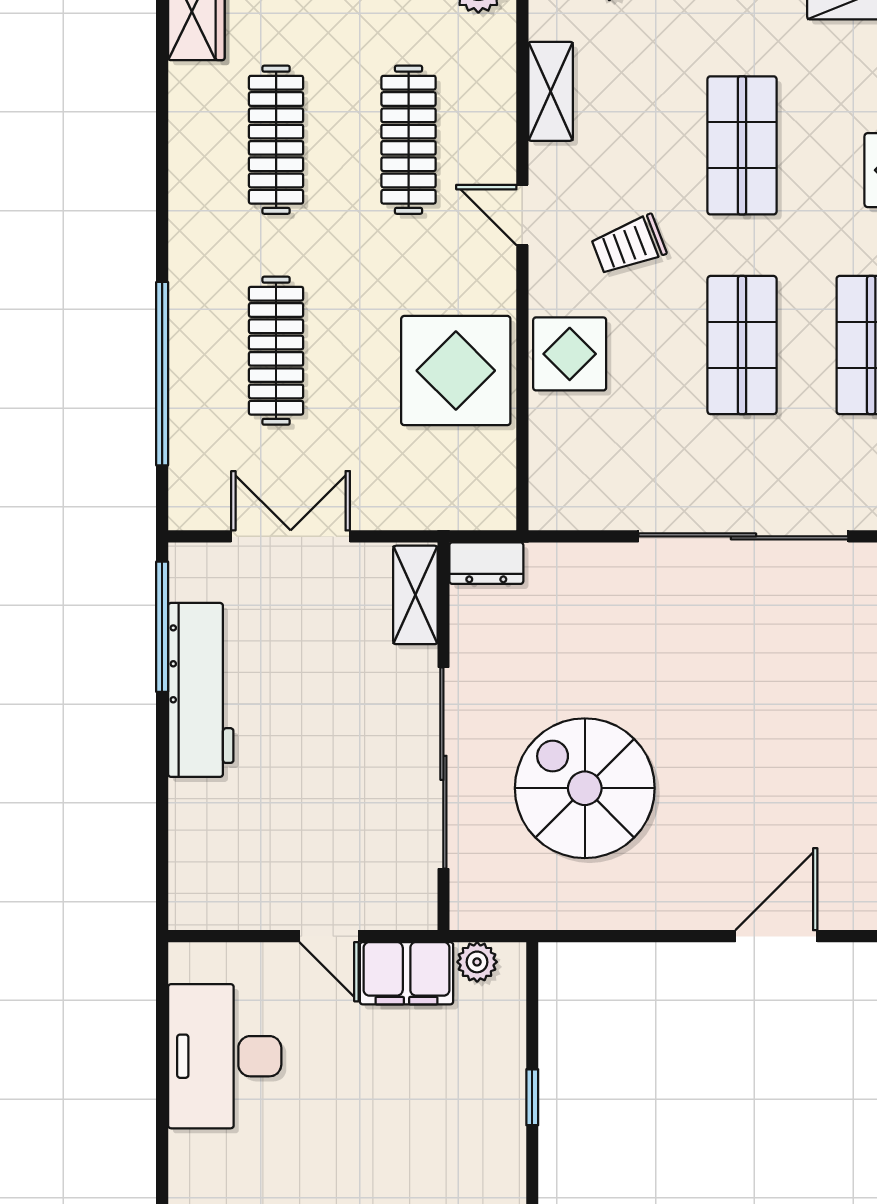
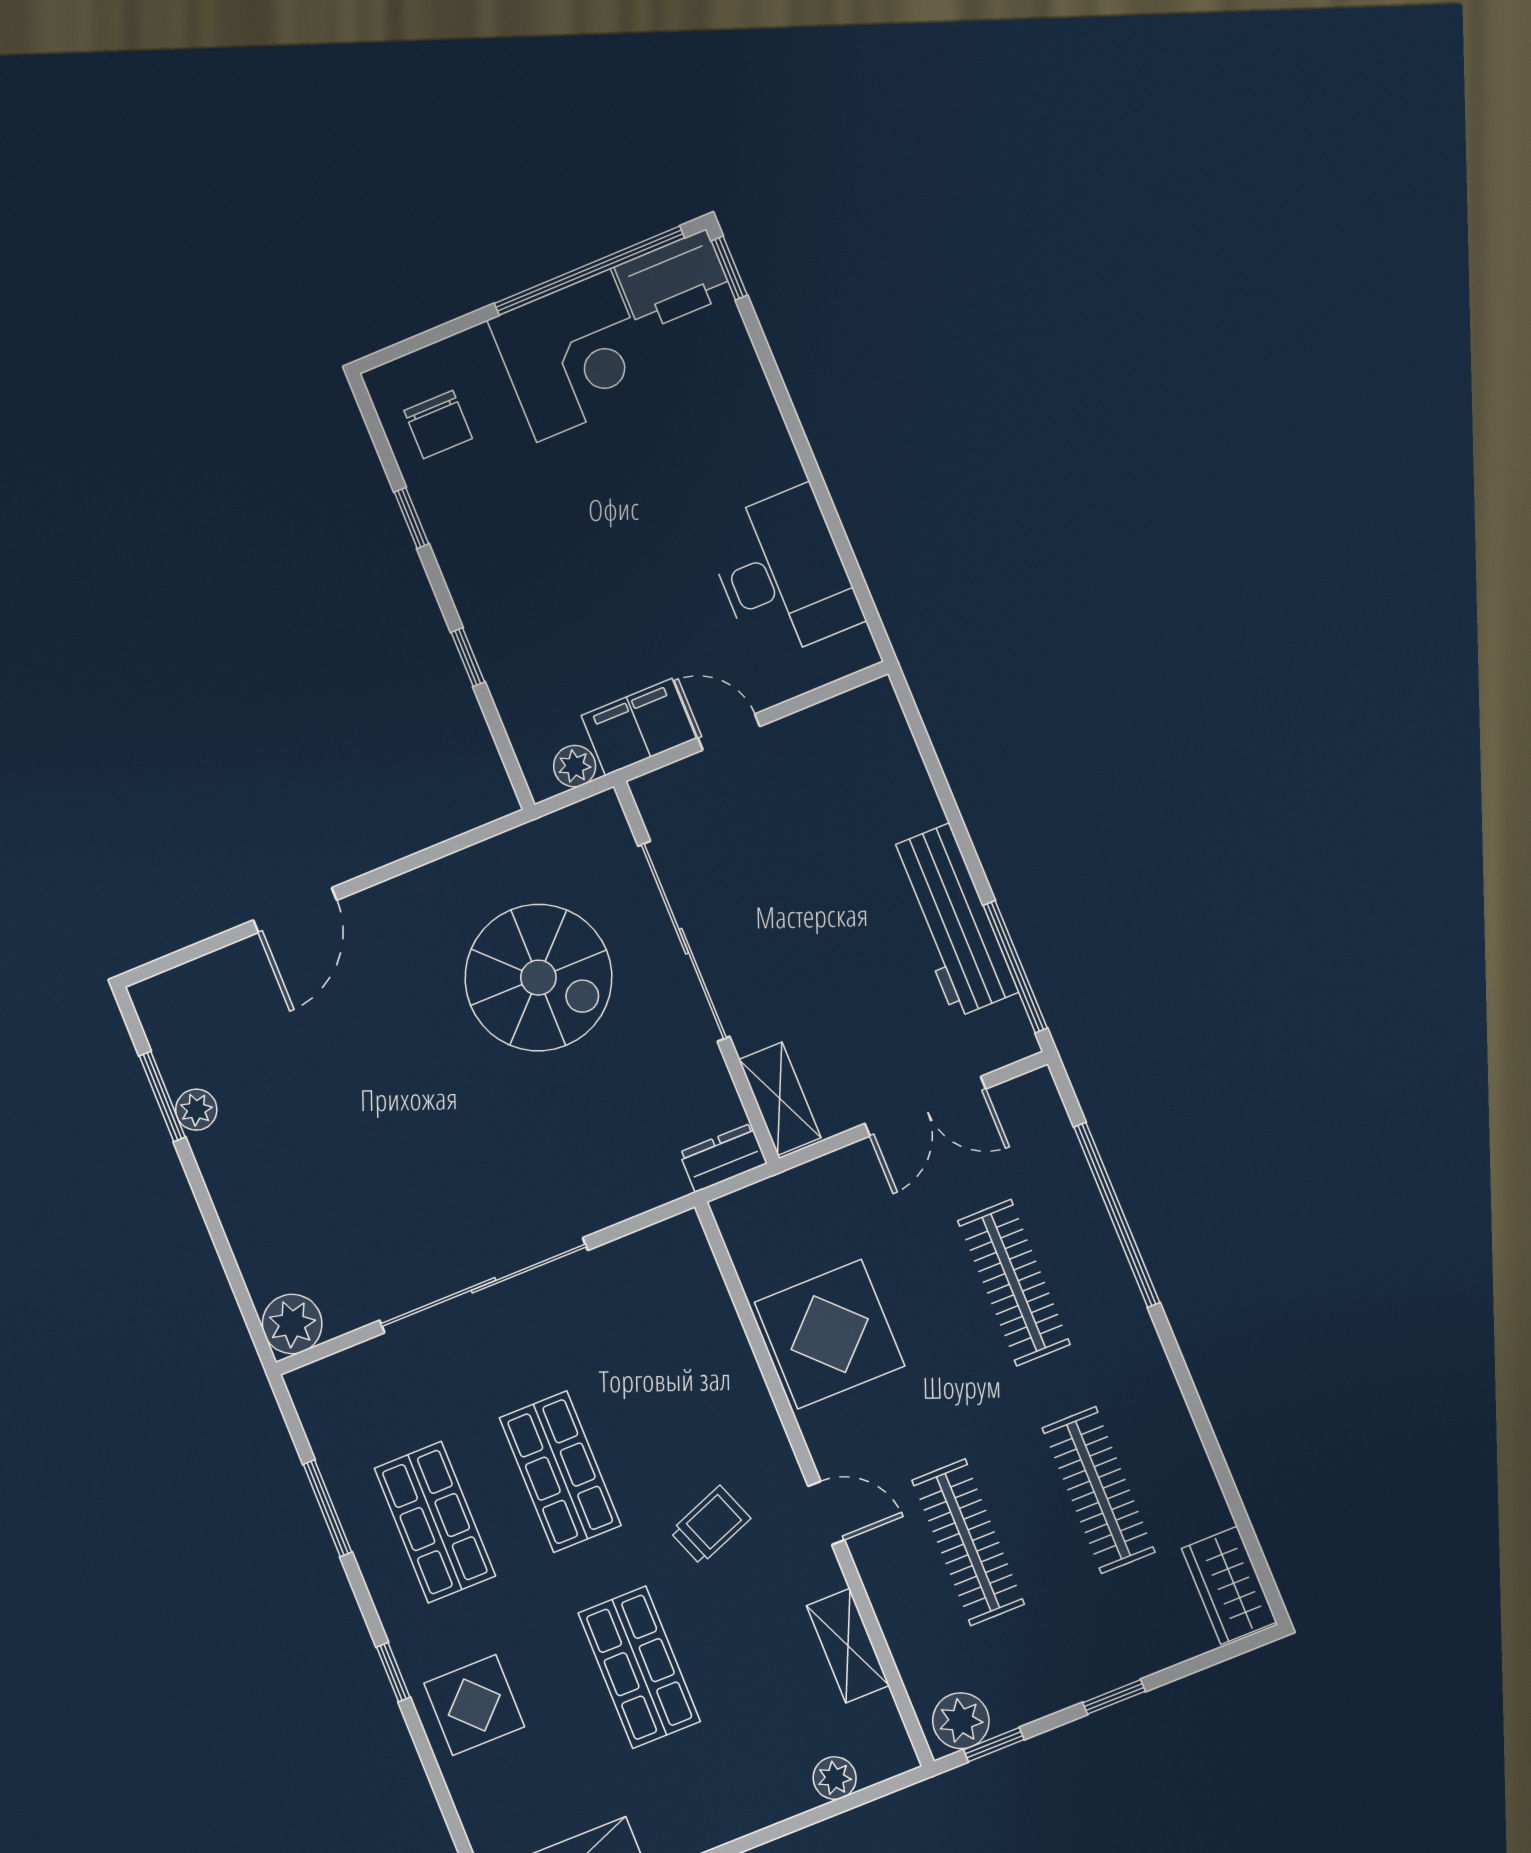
display table: (570, 354) -> (725, 1395), removed

